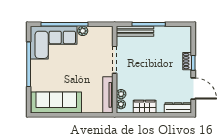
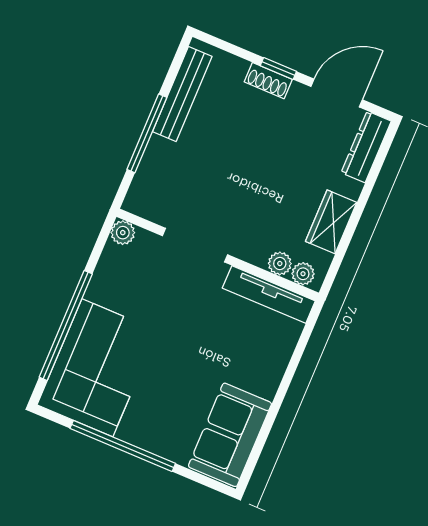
plant: (83, 31) -> (123, 233), moved
bench: (135, 31) -> (182, 94), moved
sofa: (56, 102) -> (230, 435), width x0.73

